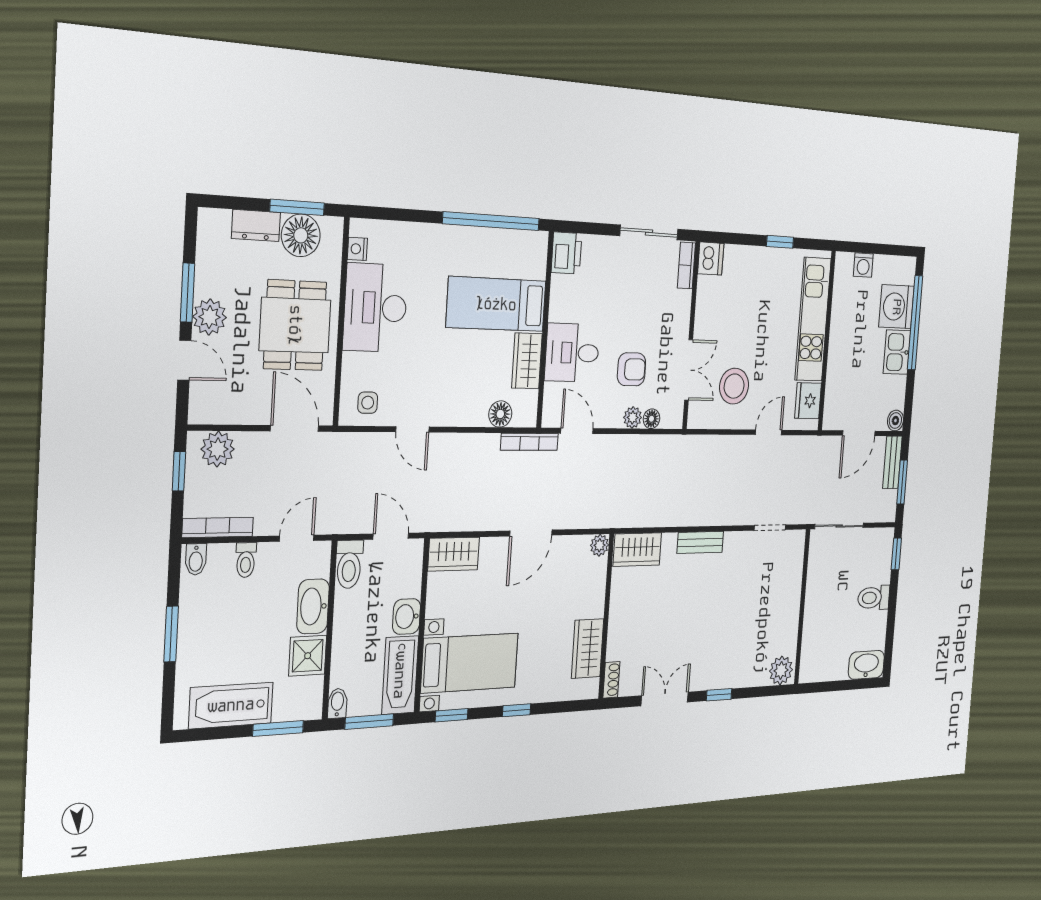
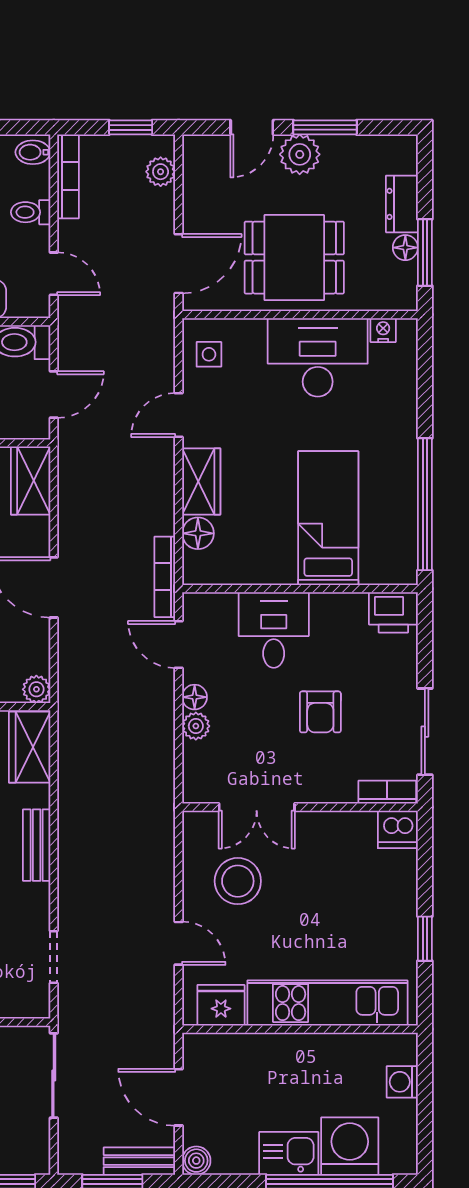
floor lamp: (301, 235) -> (405, 248), width x0.53, depth x0.53
wardrobe: (527, 361) -> (201, 482), moved, turned 90
armchair: (631, 369) -> (320, 712), moved
floor lamp: (651, 419) -> (195, 697), moved
door: (577, 431) -> (179, 644), swing flipped
plant: (218, 449) -> (161, 172), width x0.73, depth x0.73

